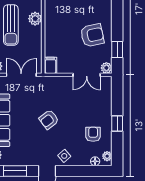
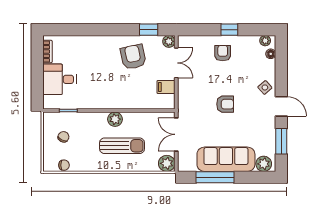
filing cabinet: (51, 65) -> (166, 87), moved
armchair: (49, 119) -> (225, 104), turned -53
armchair: (93, 134) -> (223, 53), moved, turned 90

